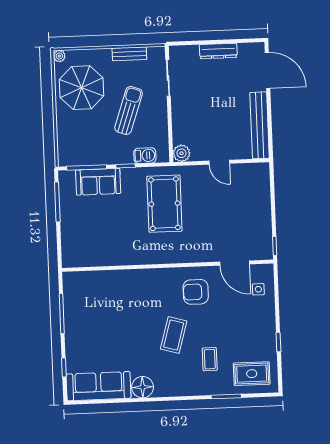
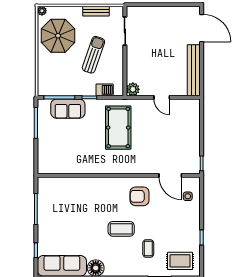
dresser: (218, 51) -> (164, 12), removed
coffee table: (174, 335) -> (121, 229), turned 74

